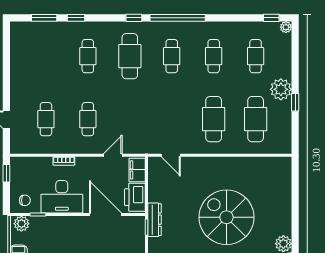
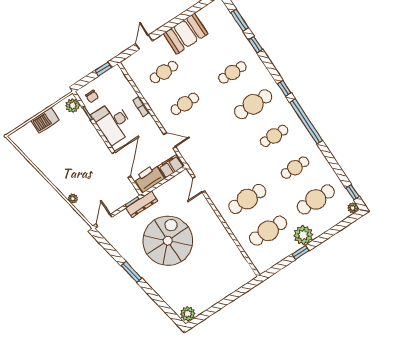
cafe table: (256, 56) -> (316, 199), width x1.37, depth x1.35
booth: (24, 76) -> (186, 34), added
spiral stairs: (226, 217) -> (168, 241), moved

